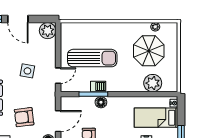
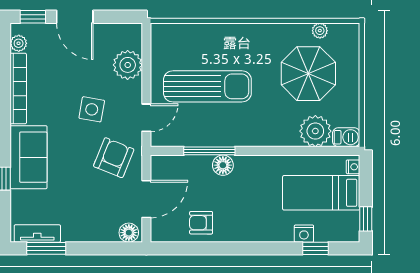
plant: (48, 31) -> (128, 65), moved
barbecue: (98, 87) -> (346, 137), moved
armchair: (24, 117) -> (114, 158), moved, turned 119

